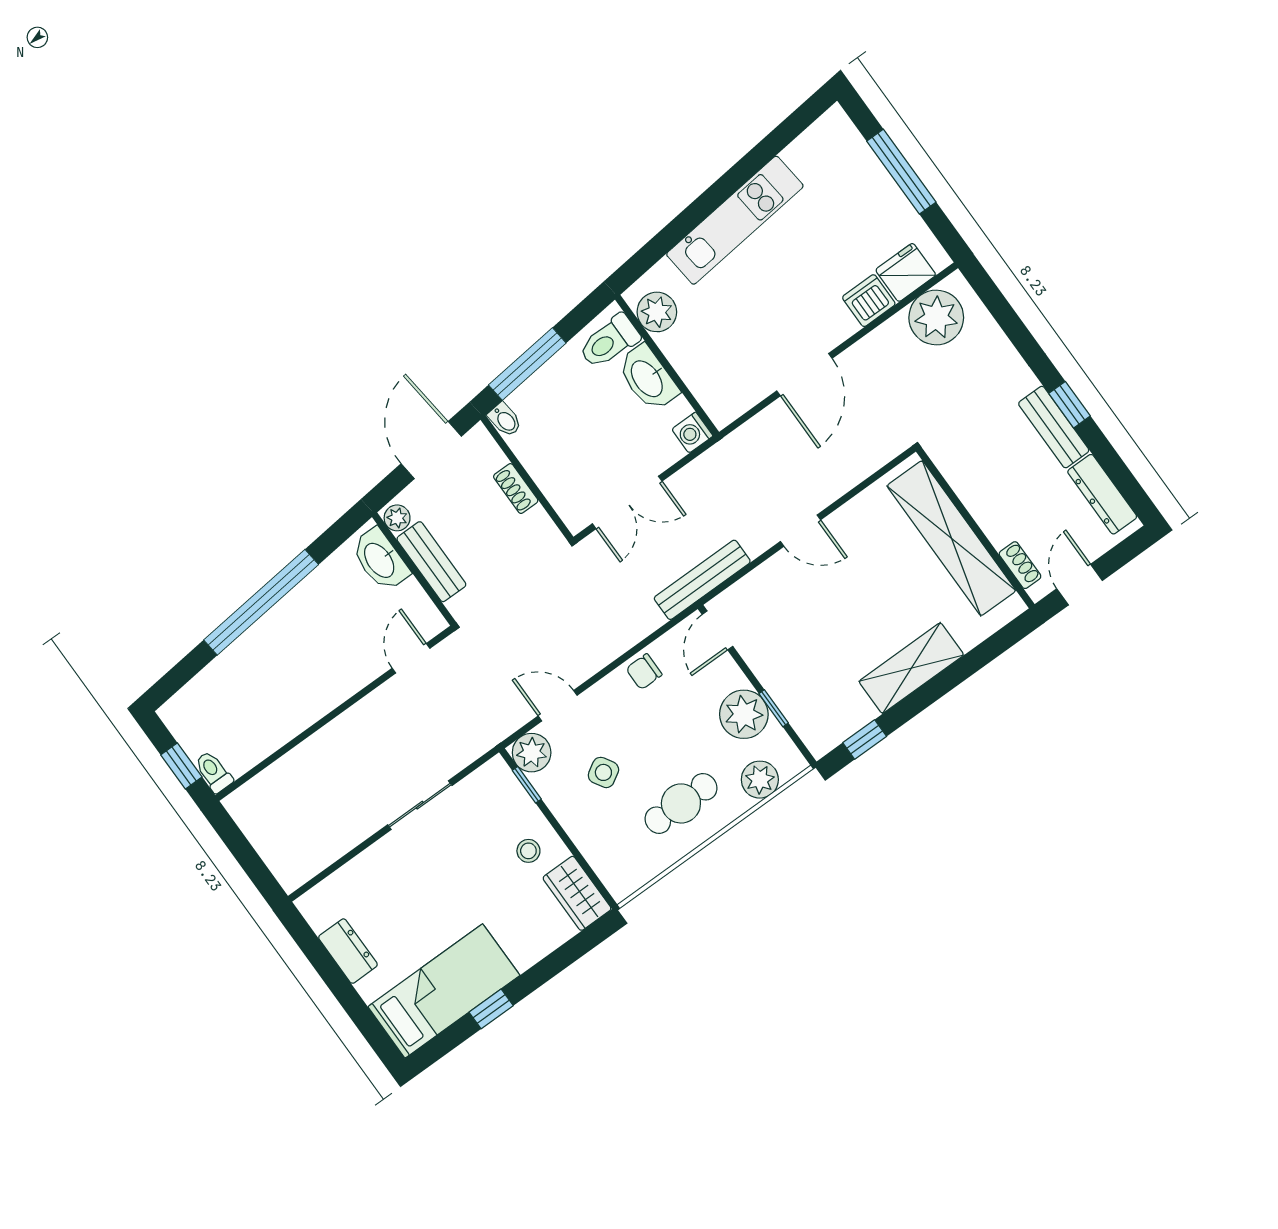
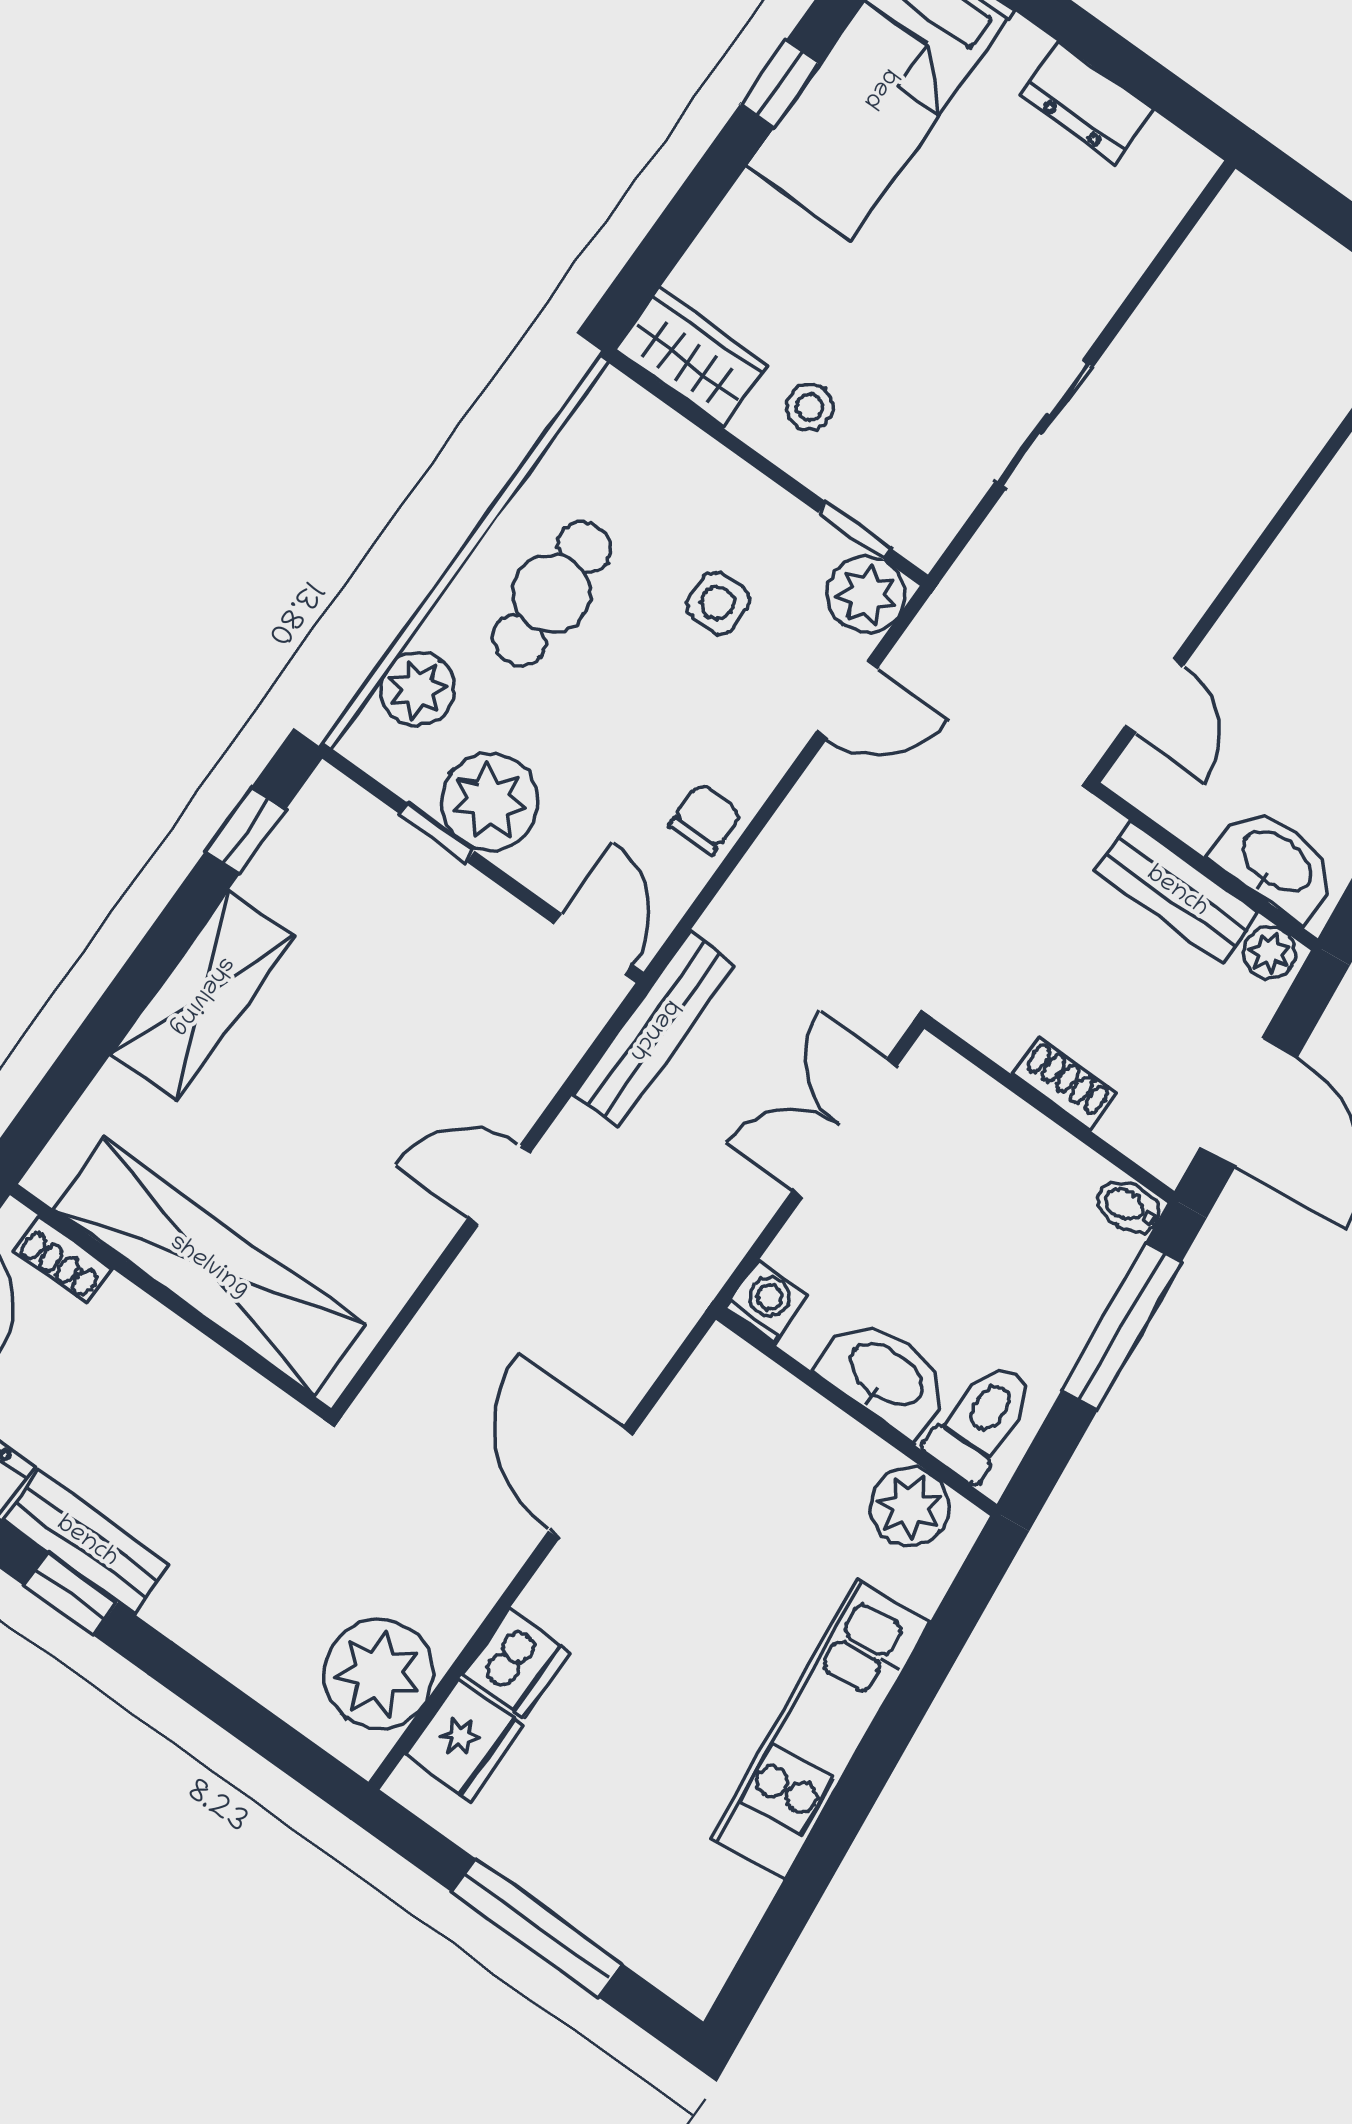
side table: (603, 772) -> (718, 603), turned 31

